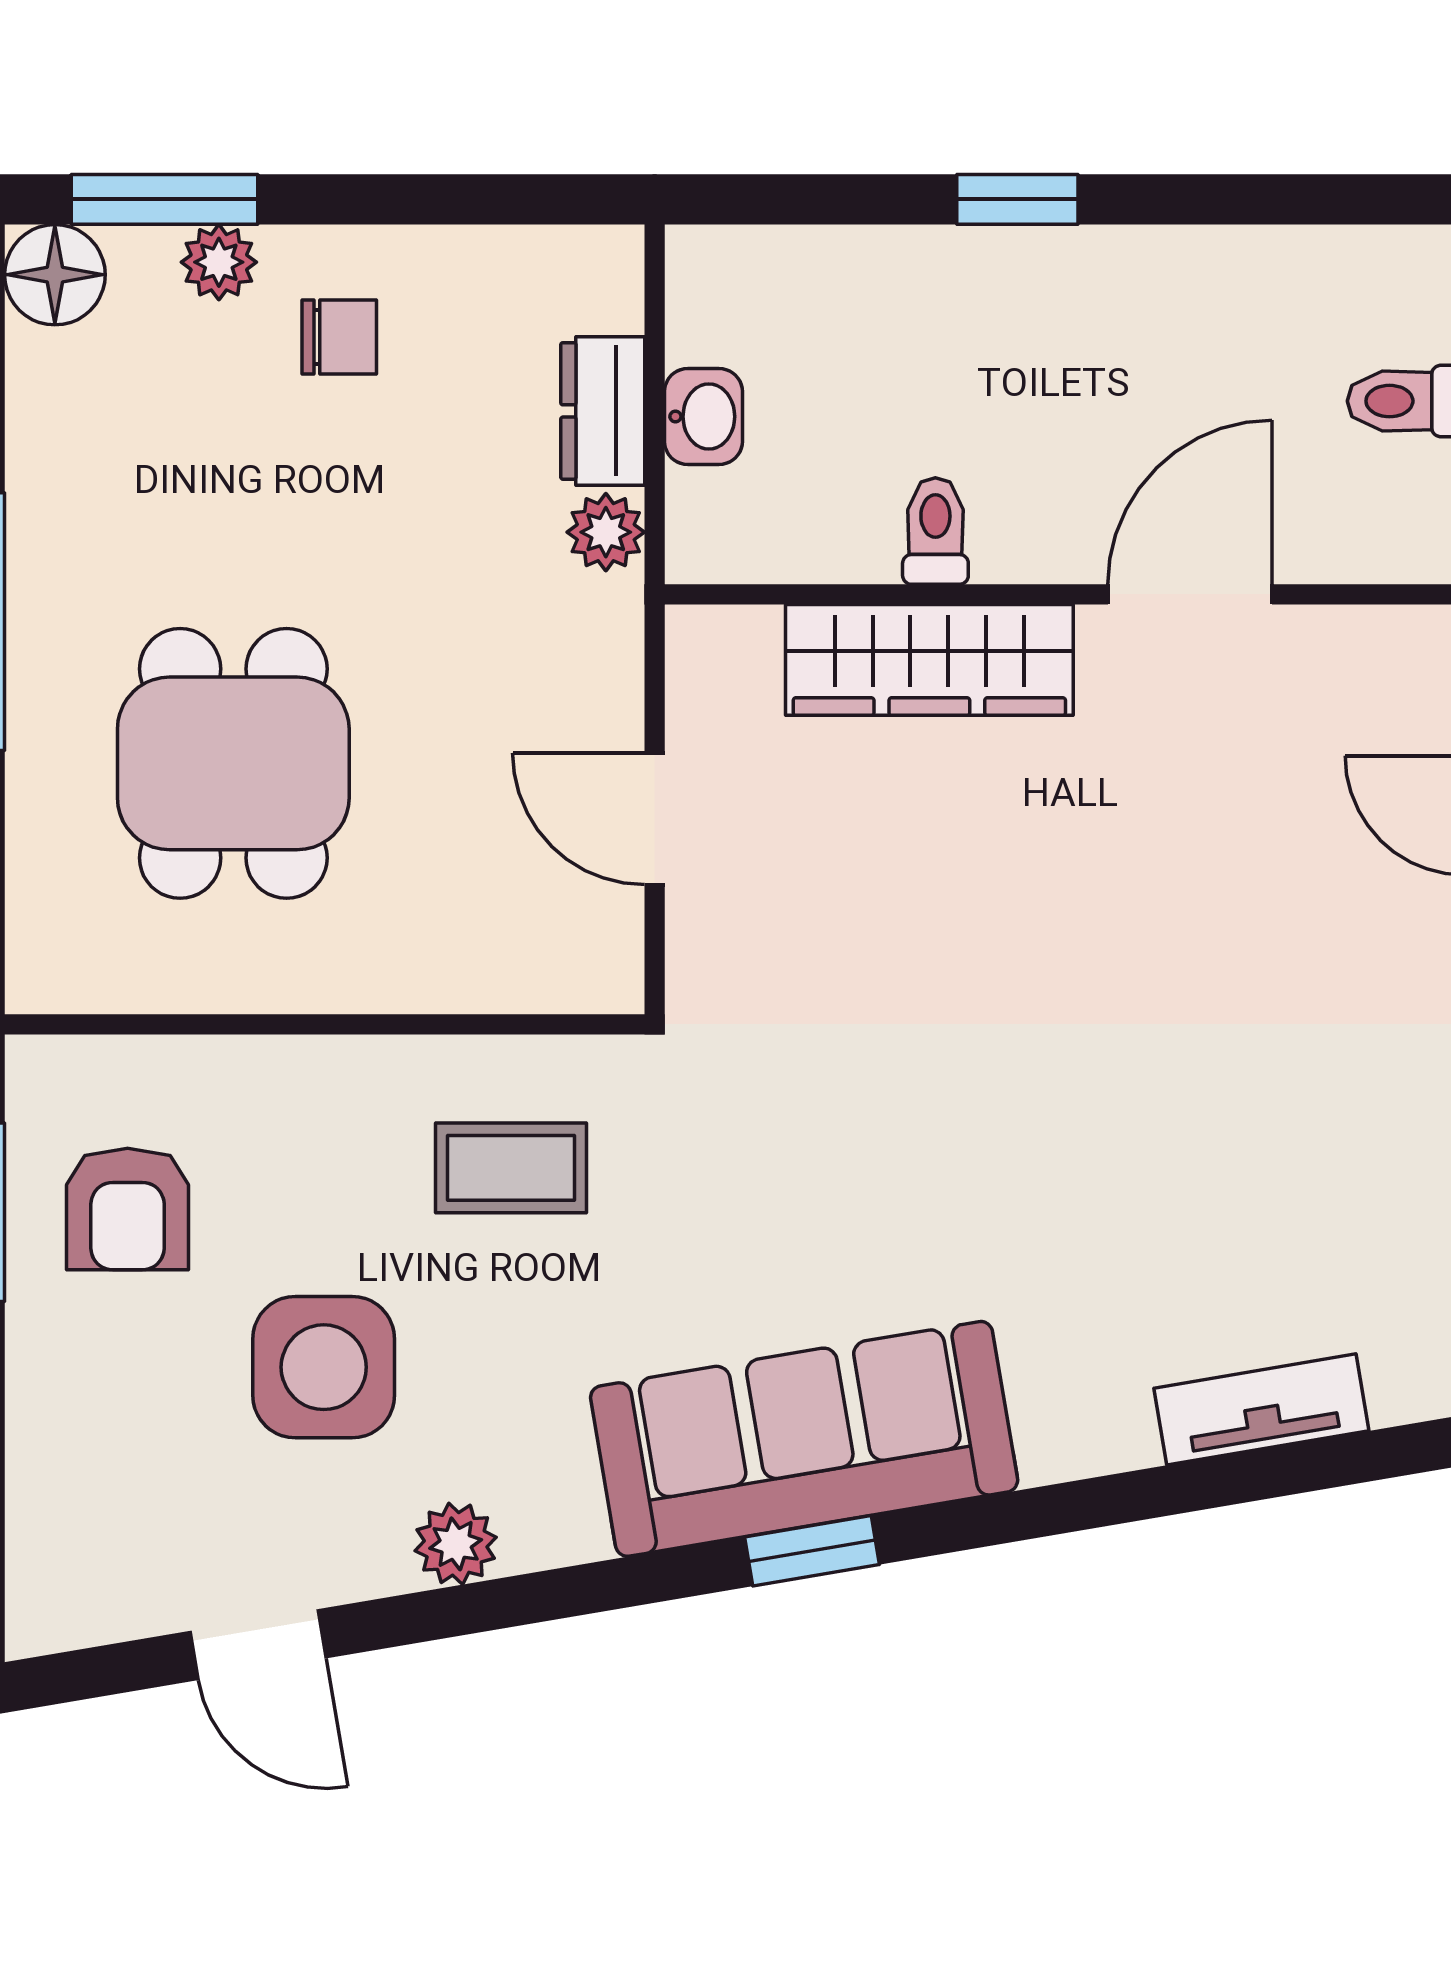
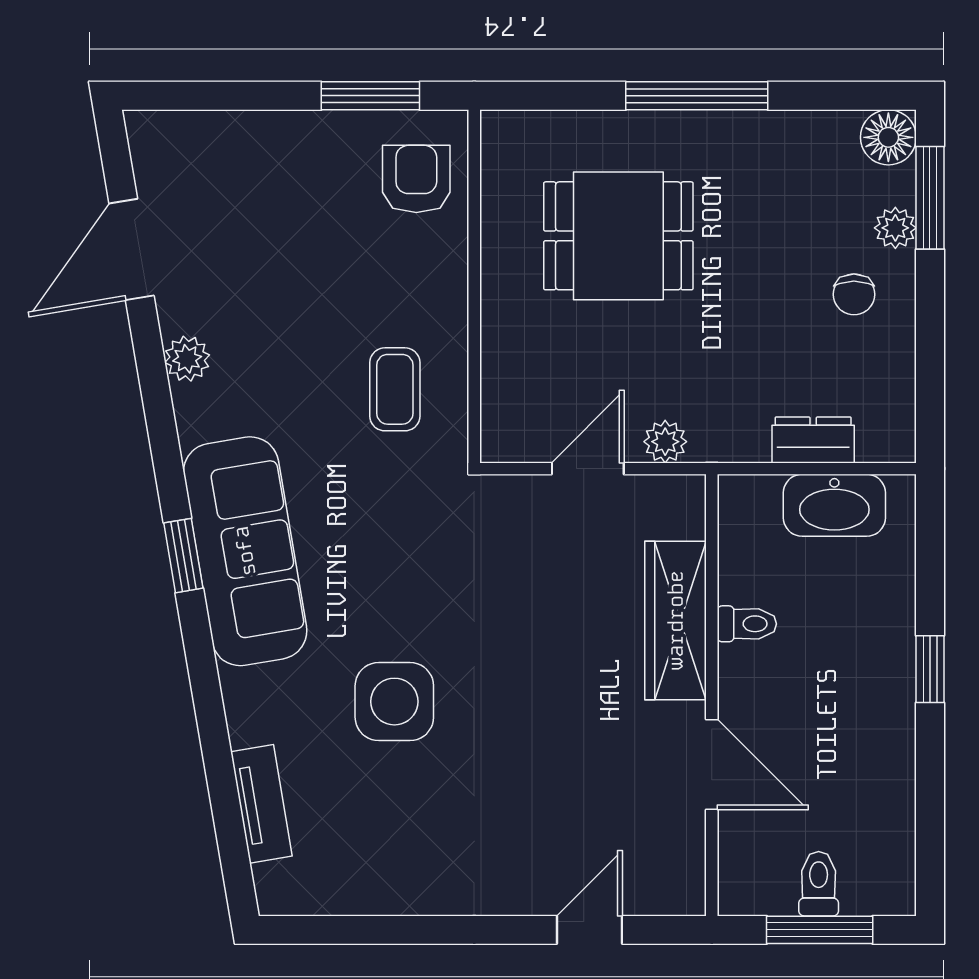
washbasin: (703, 417) -> (834, 505), width x1.91, depth x1.45
plant: (606, 532) -> (665, 442), moved
armchair: (128, 1209) -> (416, 179), moved, turned 90
side table: (324, 1367) -> (394, 702), moved
door: (258, 1645) -> (131, 249), width x1.38

